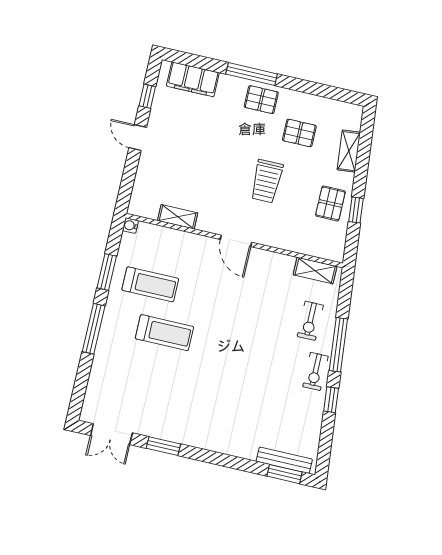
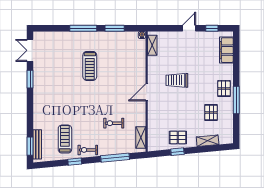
window: (252, 74) -> (236, 100), moved
trolley: (267, 181) -> (177, 80), moved
shelving: (178, 217) -> (152, 45), moved
treadmill: (150, 284) -> (65, 139), moved, turned 180
exercise bike: (310, 321) -> (114, 123), moved
window: (338, 345) -> (115, 158), moved

